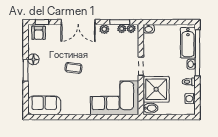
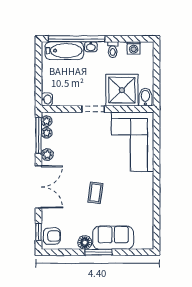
window: (120, 22) -> (39, 135), width x1.44
sofa: (44, 105) -> (113, 238), moved, turned 90

